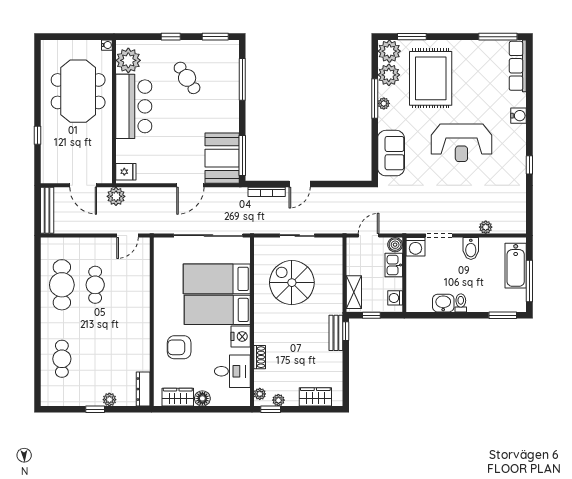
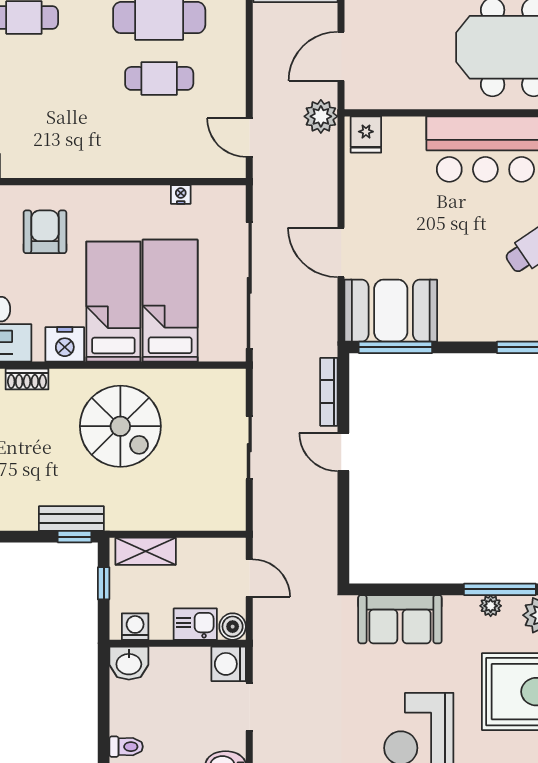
nightstand: (159, 273) -> (181, 194), added
spiral stairs: (292, 283) -> (120, 426), moved, turned 90
washbasin: (443, 303) -> (129, 663), moved, turned 90

